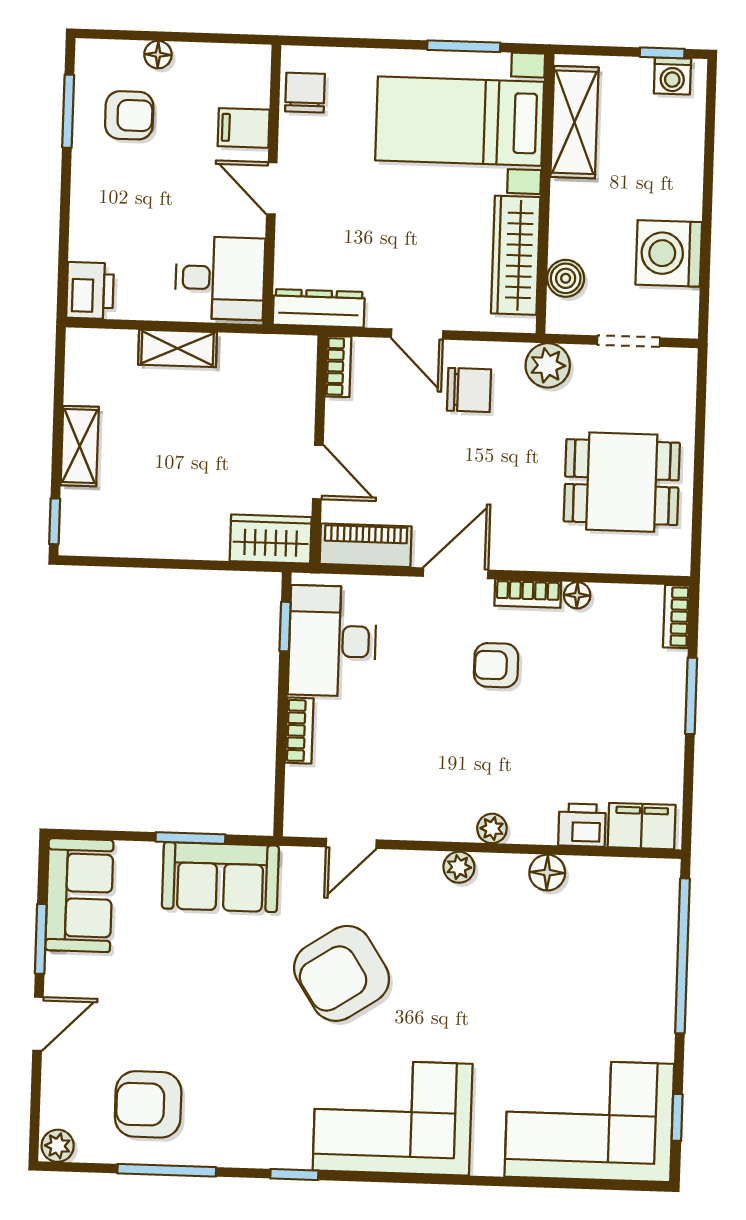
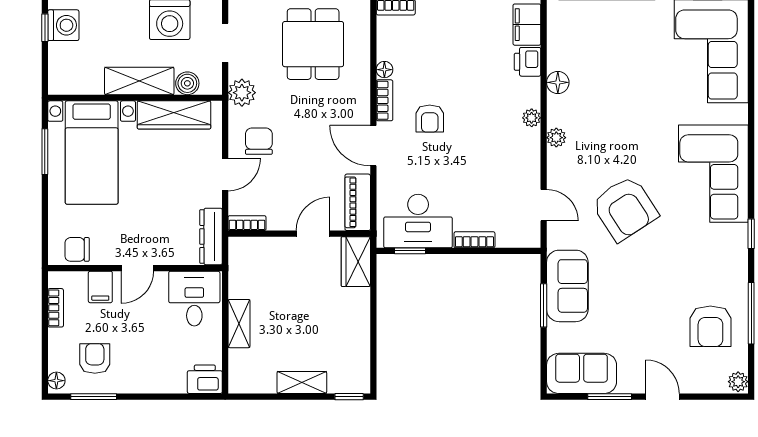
floor lamp: (158, 55) -> (56, 381), moved
bookcase: (212, 55) -> (56, 308), added
washing machine: (672, 76) -> (63, 25), width x1.38, depth x1.38
shelving: (575, 122) -> (139, 81), moved

